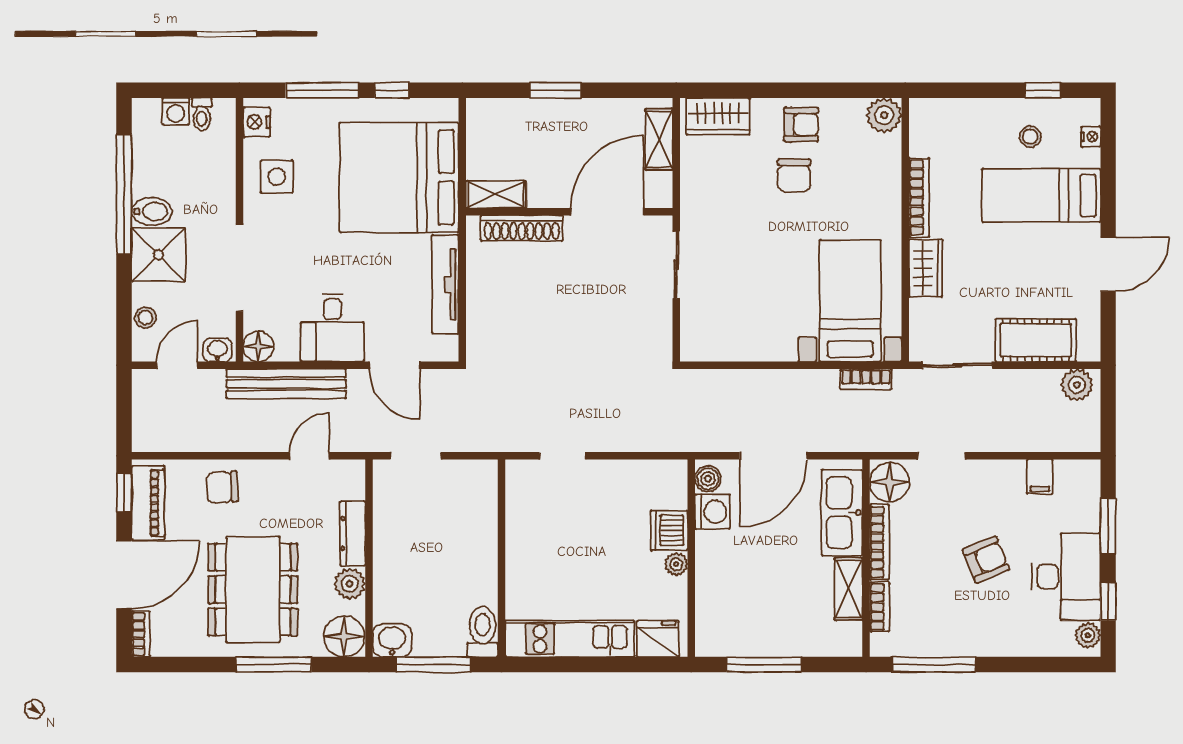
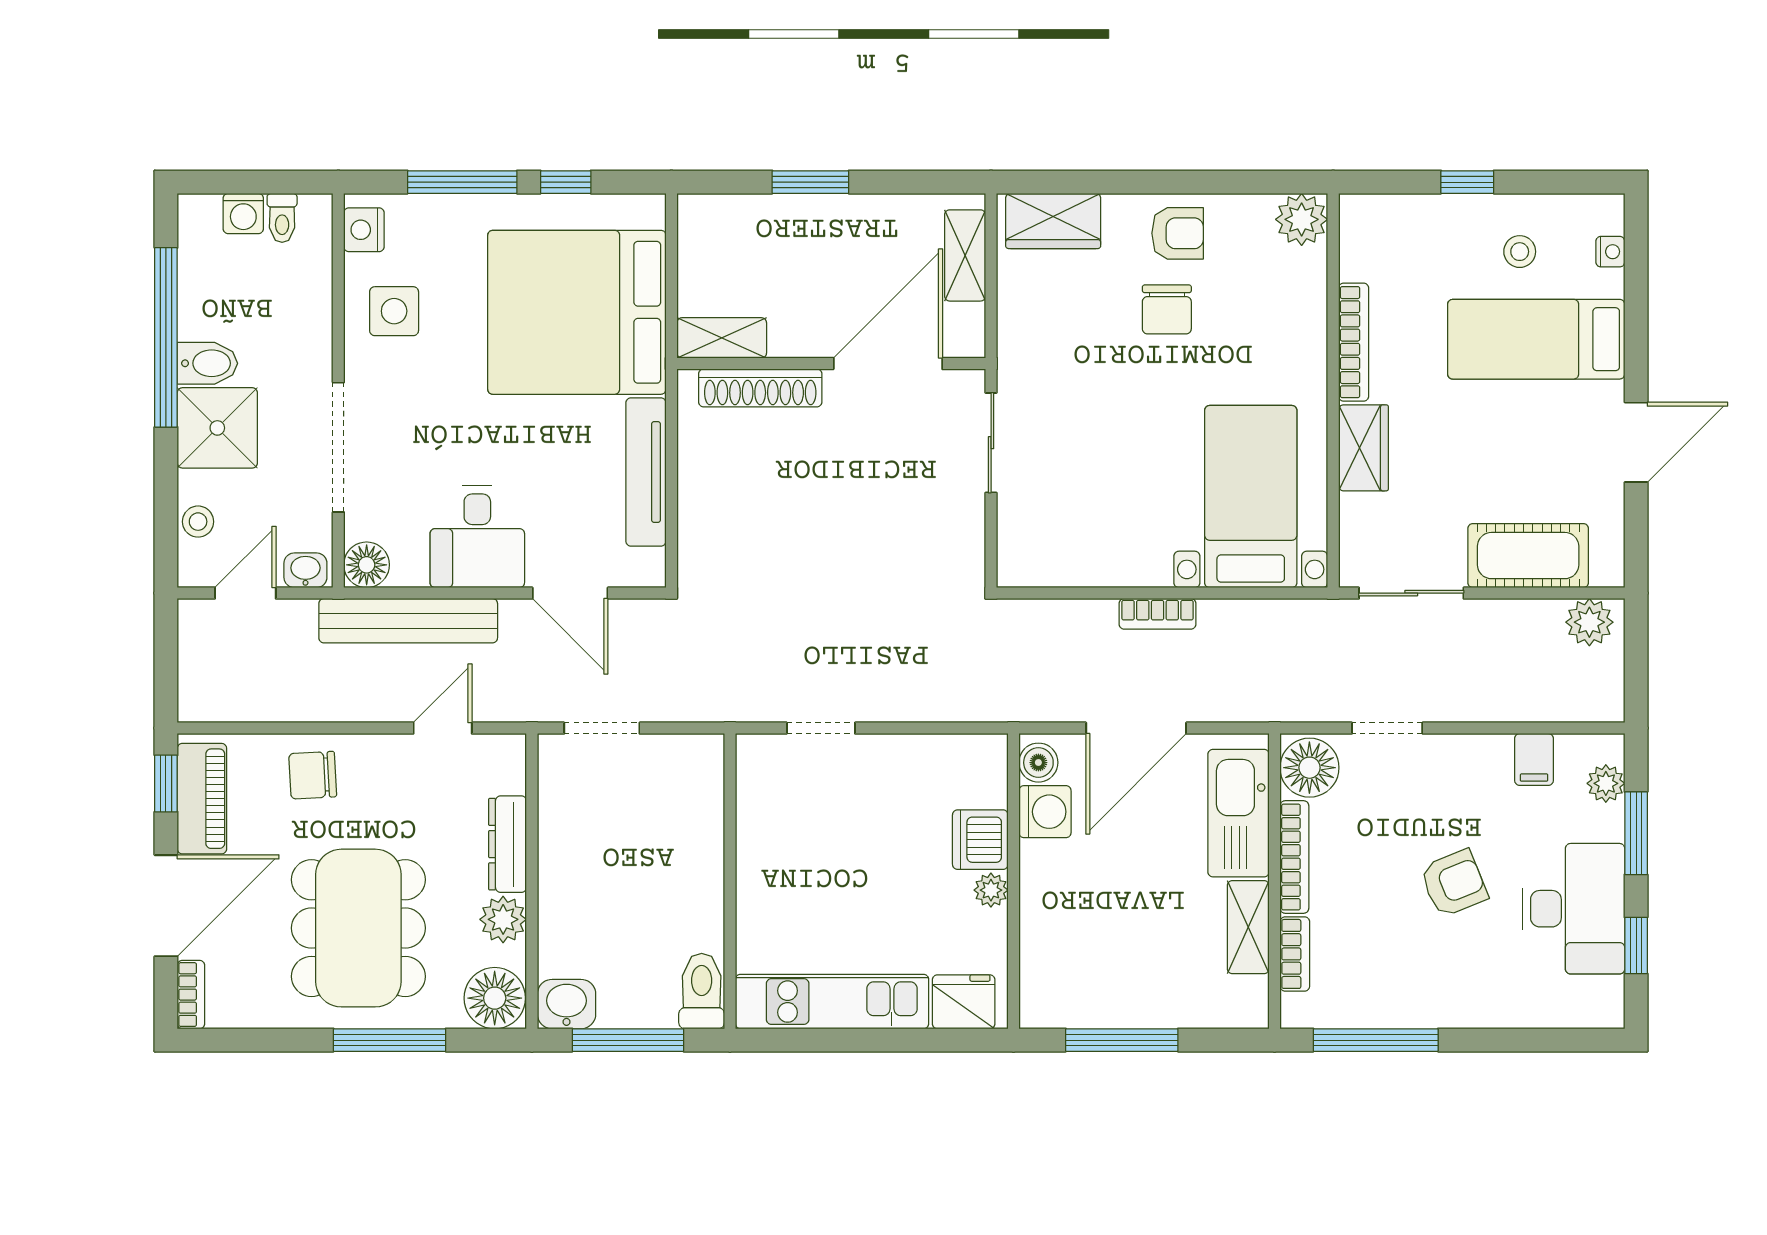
window: (1043, 90) -> (1467, 182), moved
bookcase: (866, 379) -> (1158, 614), moved
plant: (1088, 635) -> (1606, 783), moved

